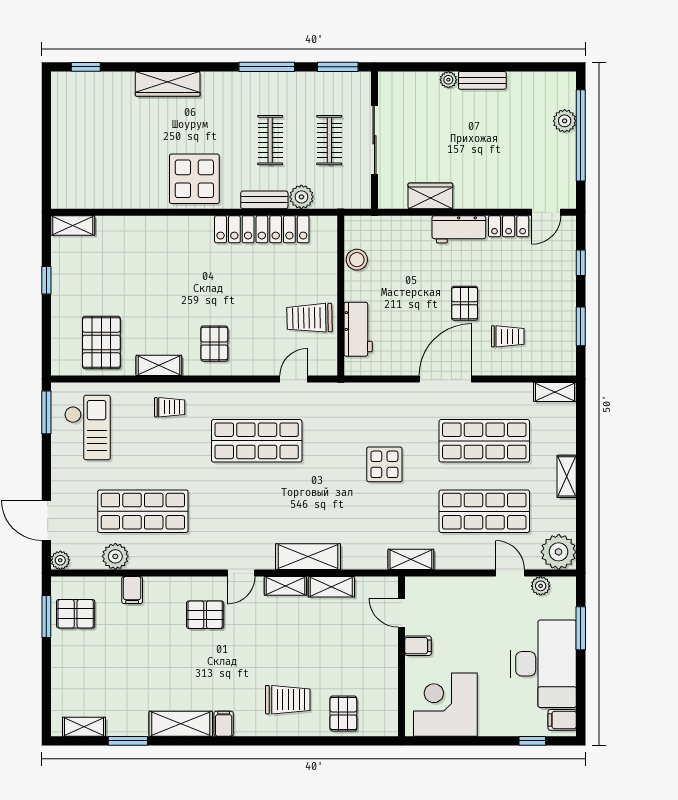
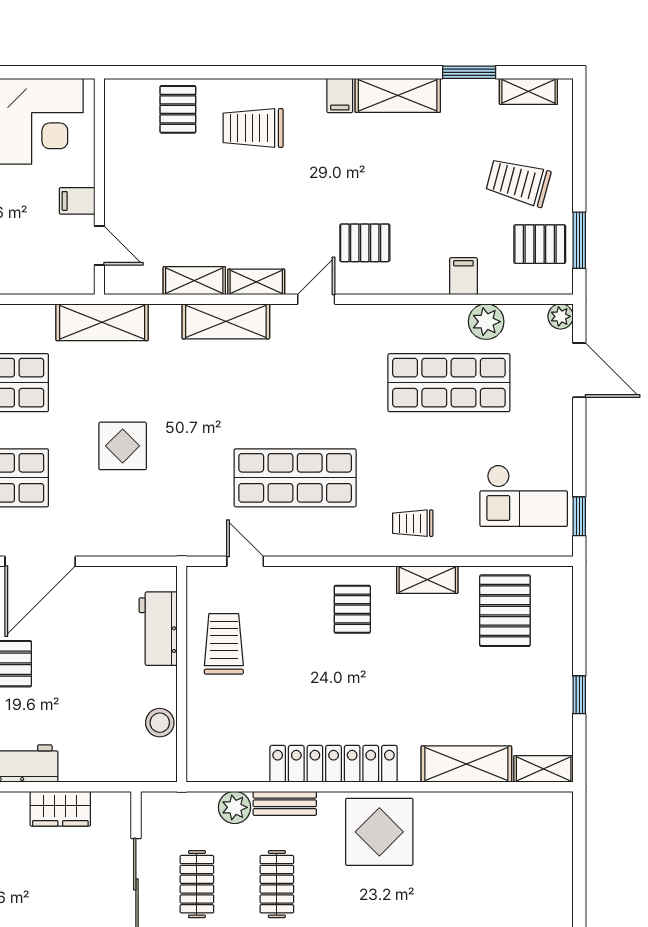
shelving: (130, 229) -> (466, 764), added
locker: (262, 229) -> (334, 764), moved
trolley: (309, 318) -> (224, 644), turned -89
door: (294, 379) -> (245, 561), swing flipped
window: (46, 412) -> (579, 516), width x0.67
checkout: (87, 428) -> (524, 496), turned -90
shelving: (411, 559) -> (102, 322), width x1.50, depth x1.33
trolley: (92, 660) -> (518, 182), added

